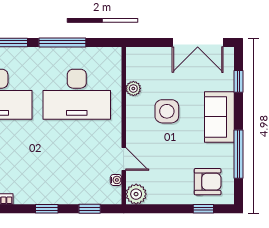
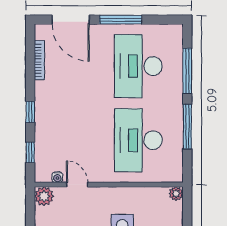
plant: (133, 88) -> (176, 194), moved
door: (124, 159) -> (77, 185), swing flipped

